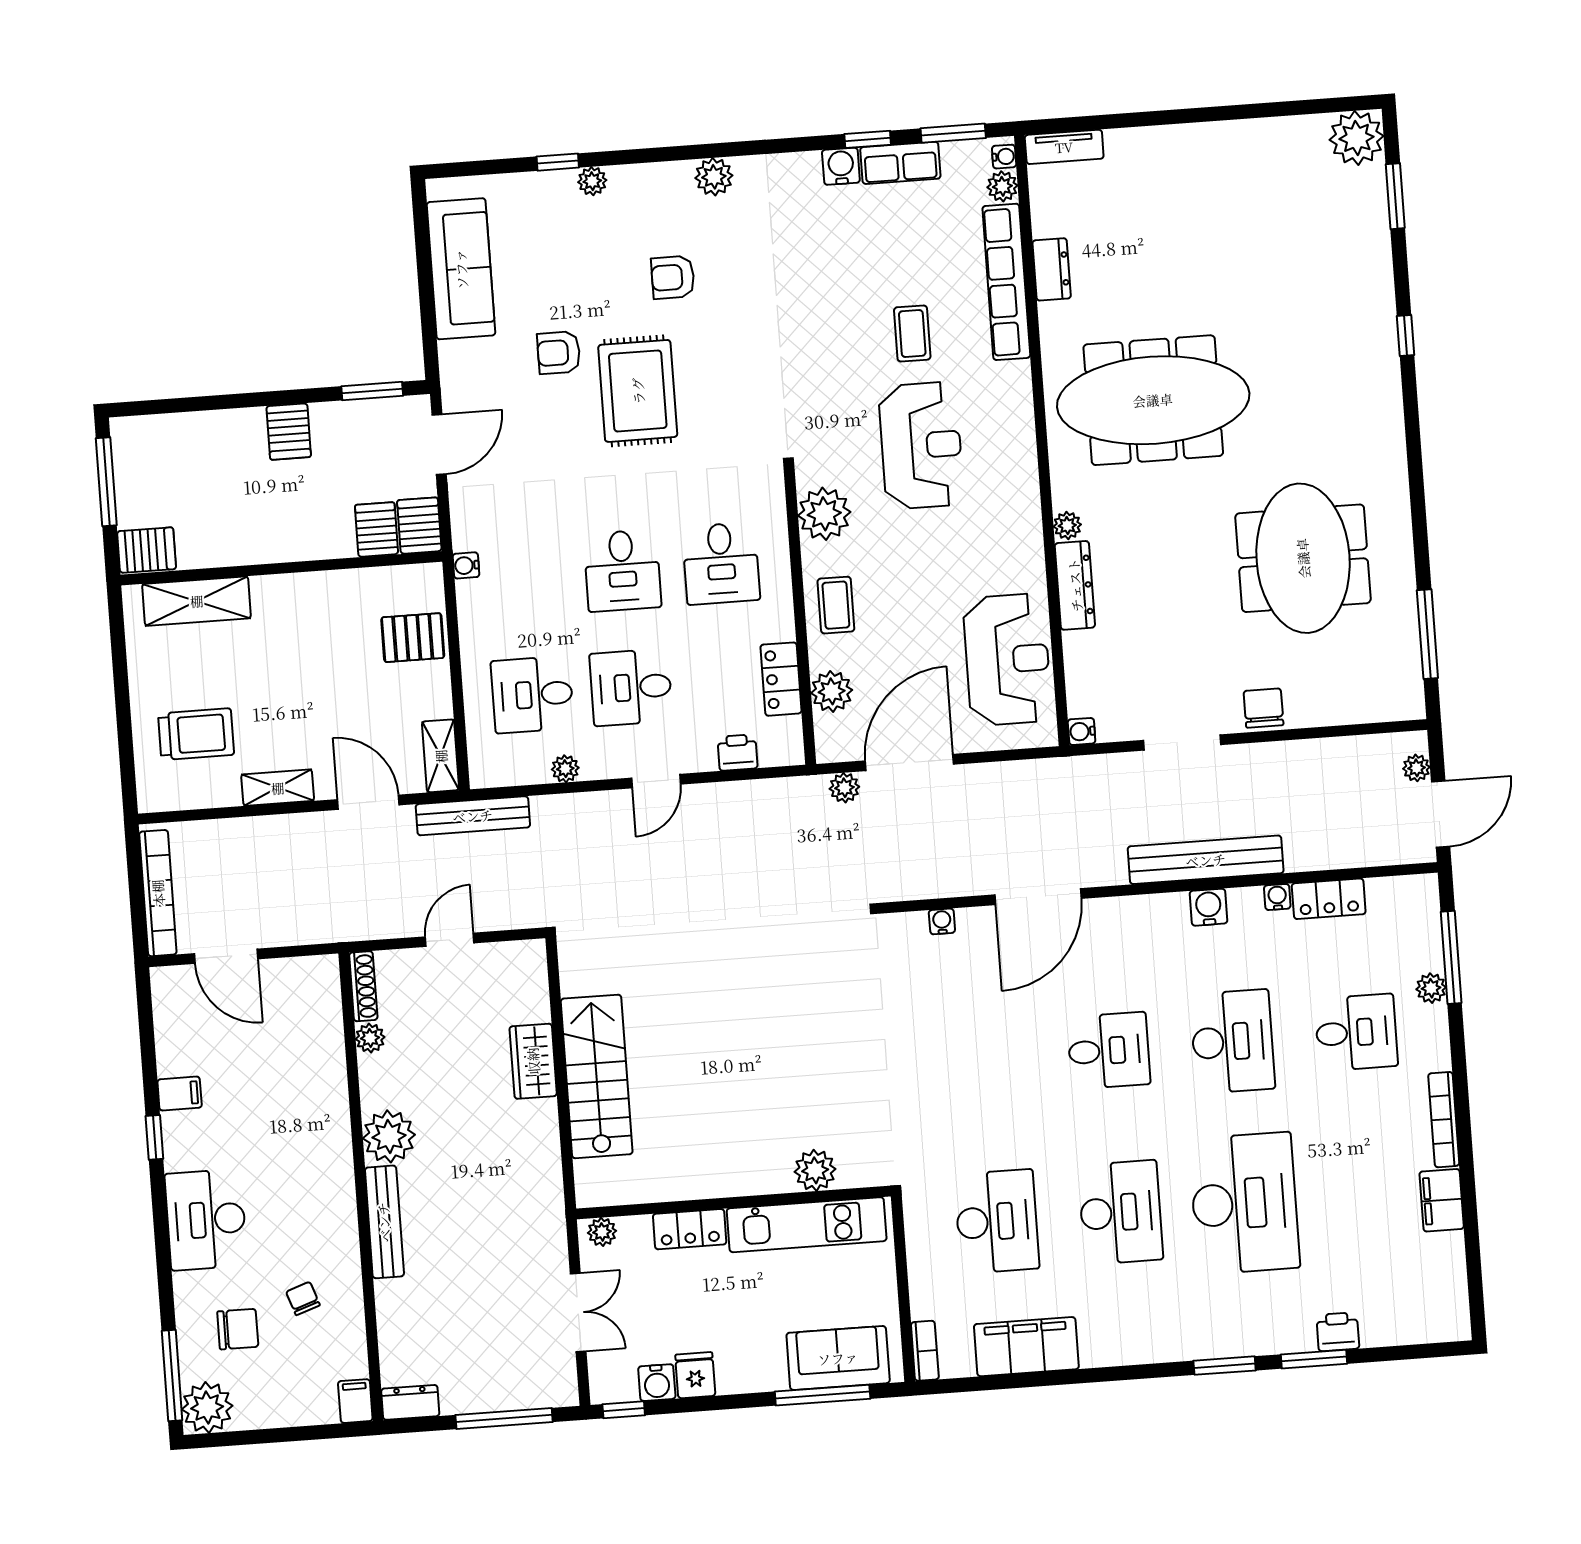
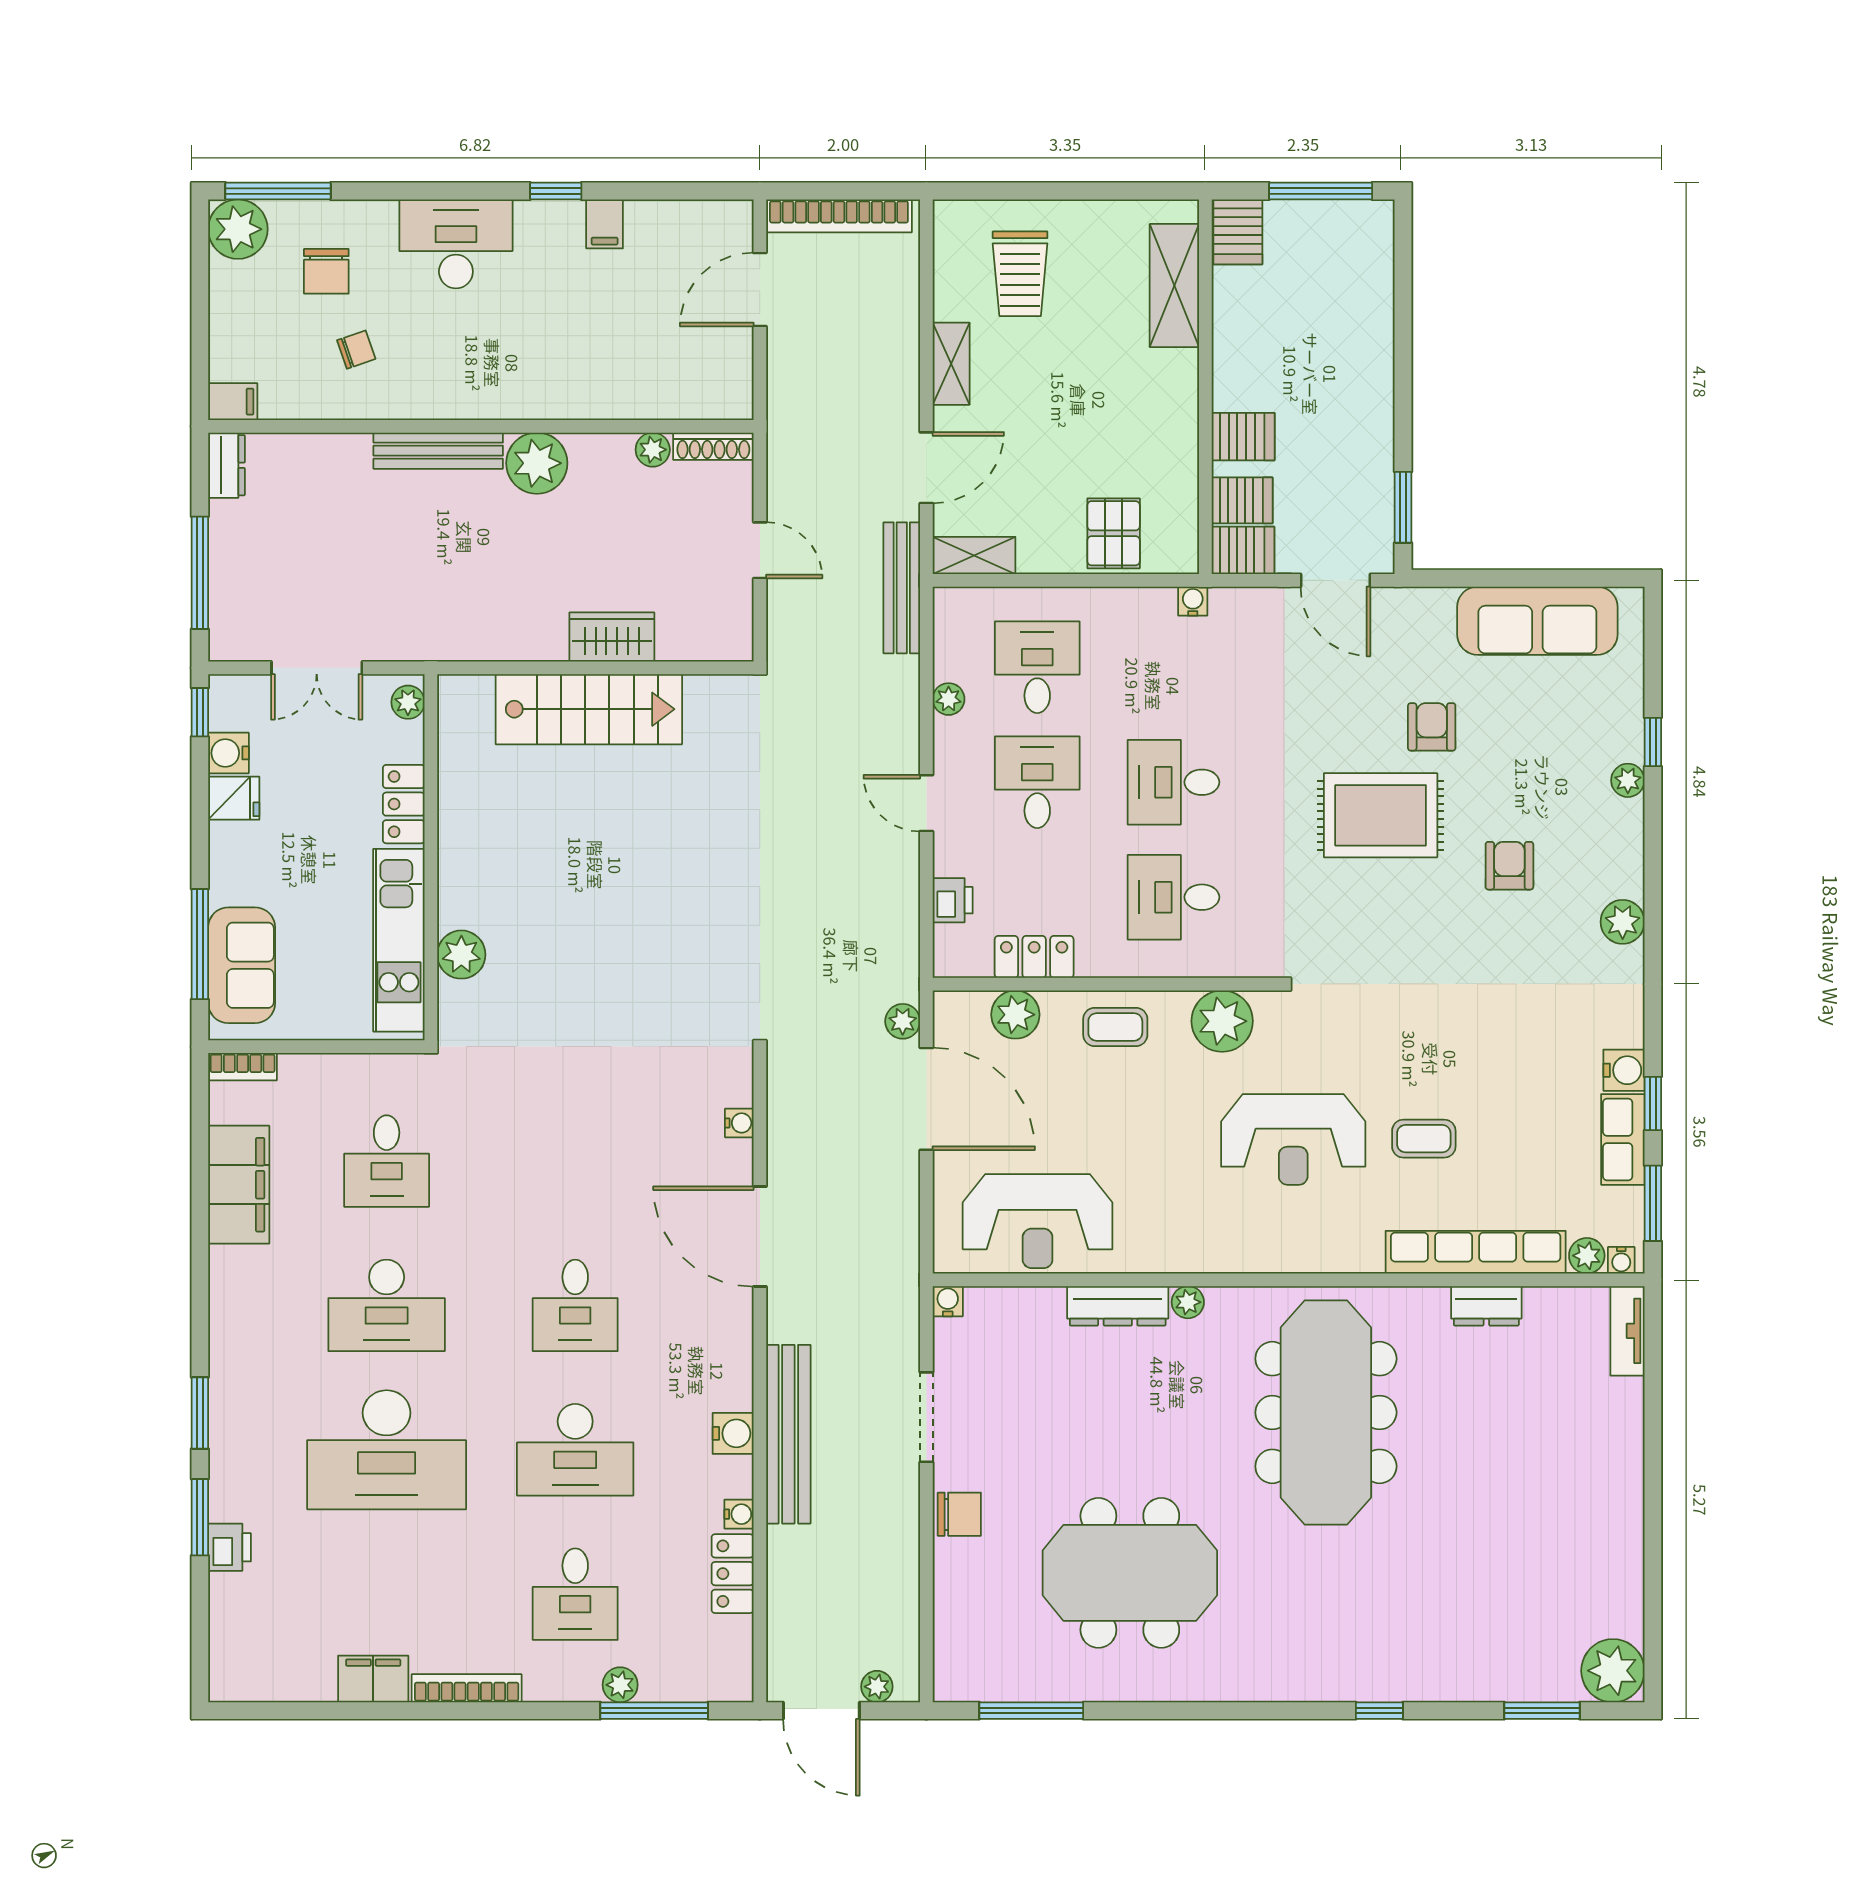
server rack: (289, 432) -> (1243, 437), moved, turned 180
desk: (997, 1221) -> (387, 1161), width x0.73

